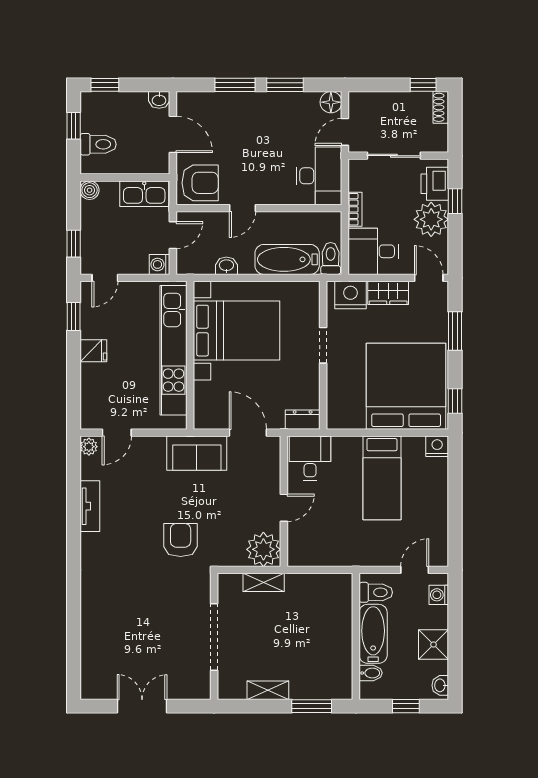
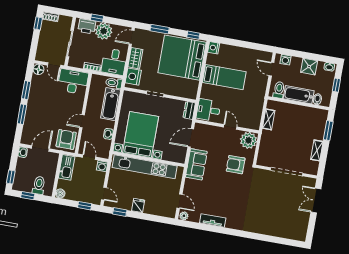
door: (242, 208) -> (82, 121), swing flipped
armchair: (181, 540) -> (236, 165), moved
shelving: (264, 582) -> (269, 119), moved
double door: (142, 706) -> (316, 201), moved

